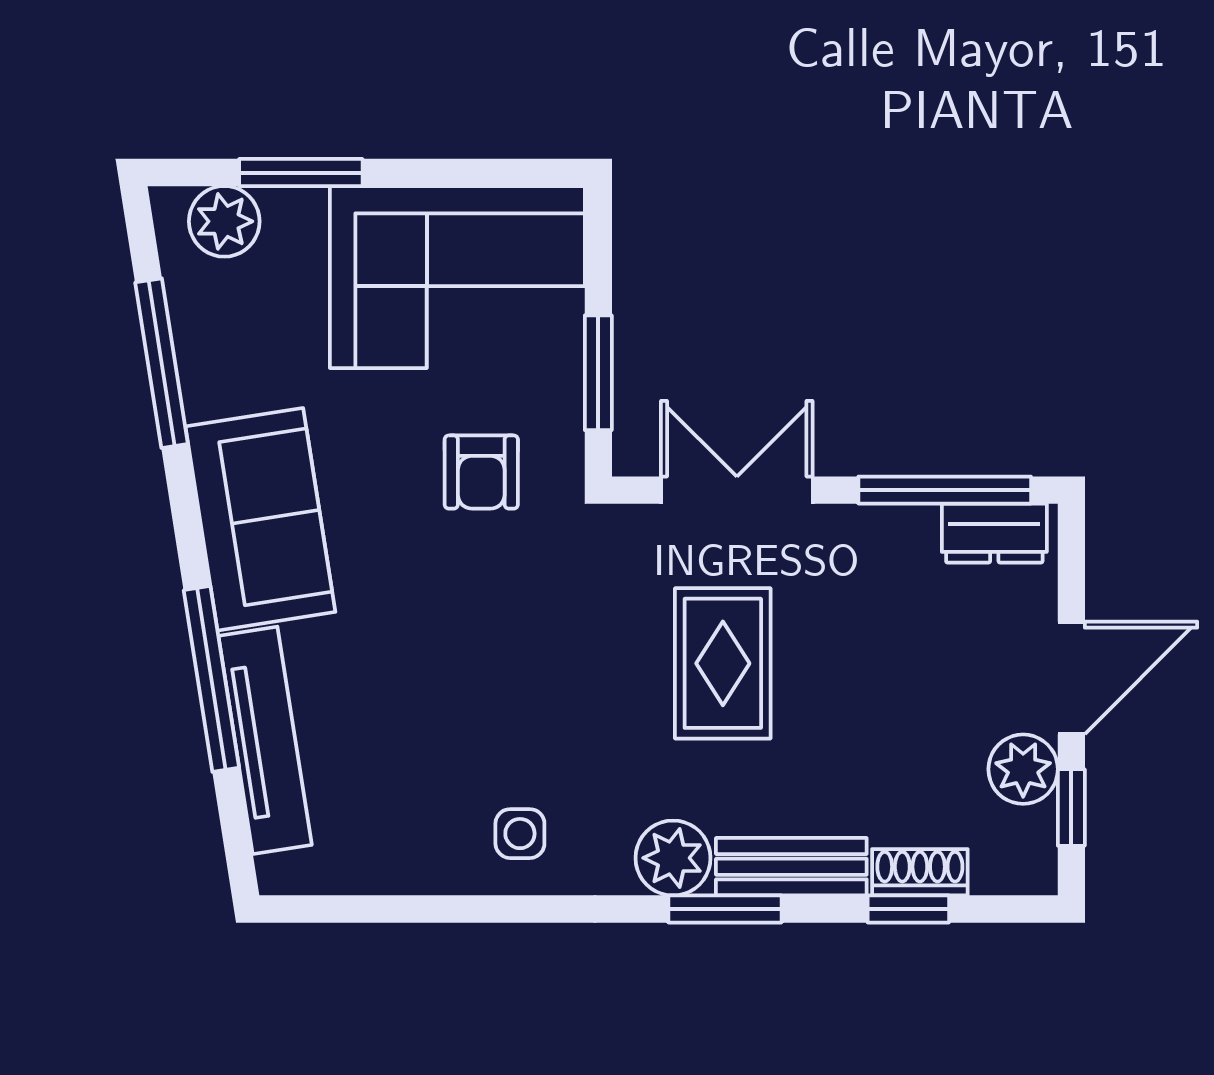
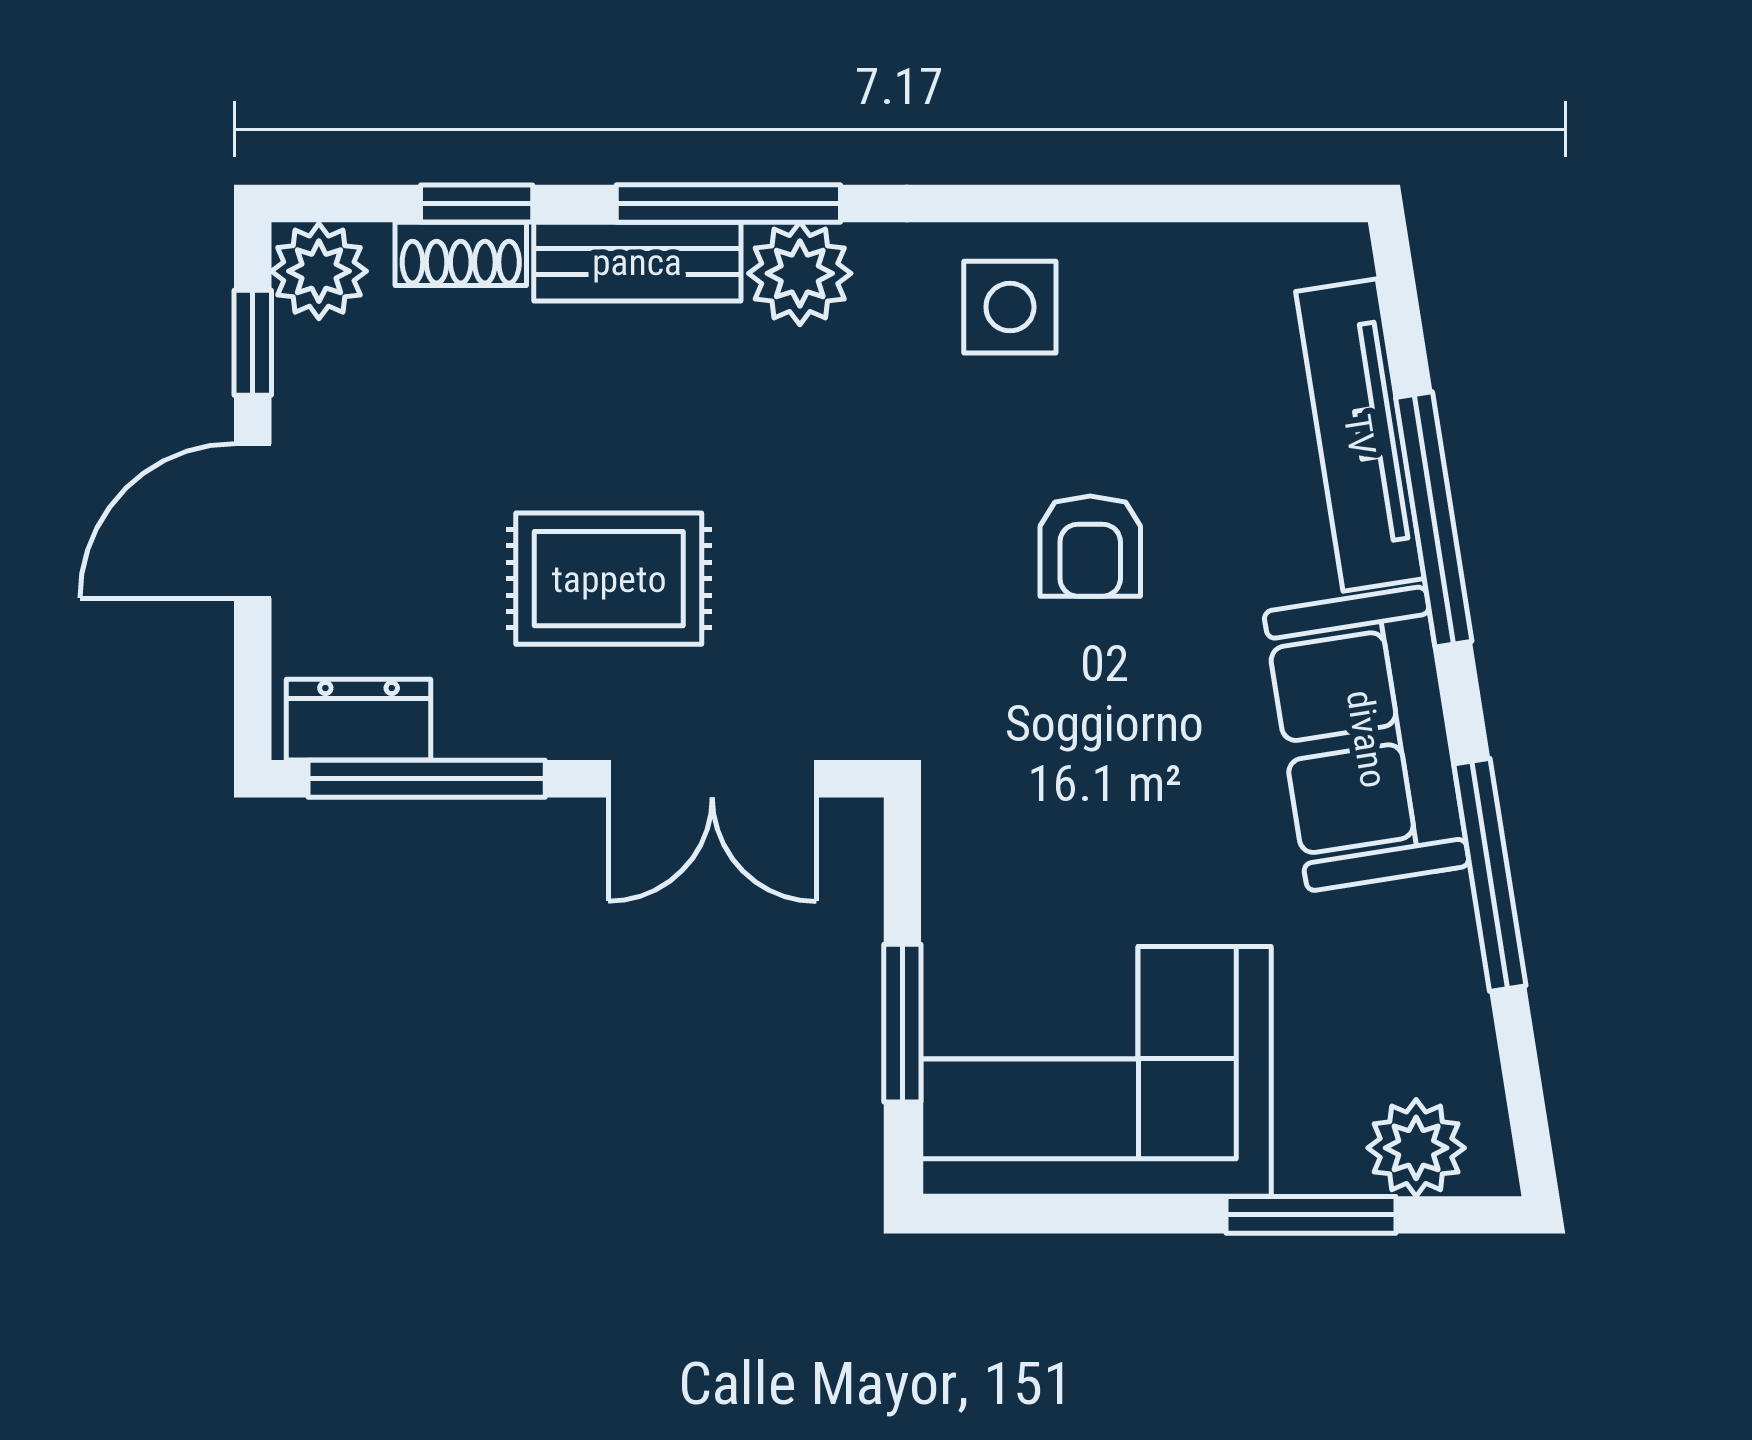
window: (162, 363) -> (1490, 875), moved
window: (598, 373) -> (902, 1023), moved
armchair: (481, 472) -> (1090, 546), moved, turned 180
rug: (723, 663) -> (609, 579), moved, turned 90
plant: (1023, 769) -> (319, 271), moved
side table: (520, 834) -> (1010, 307), width x1.37, depth x1.37
window: (725, 909) -> (728, 203), width x1.44

